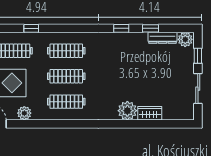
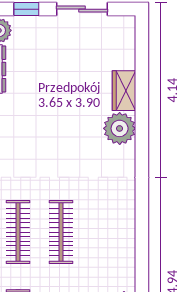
clothes rail: (66, 102) -> (104, 232), removed

